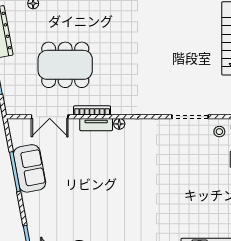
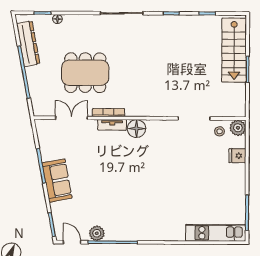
double door: (50, 117) -> (71, 118), swing flipped
floor lamp: (119, 124) -> (136, 129), width x1.89, depth x1.89
sofa: (29, 168) -> (57, 181), moved

